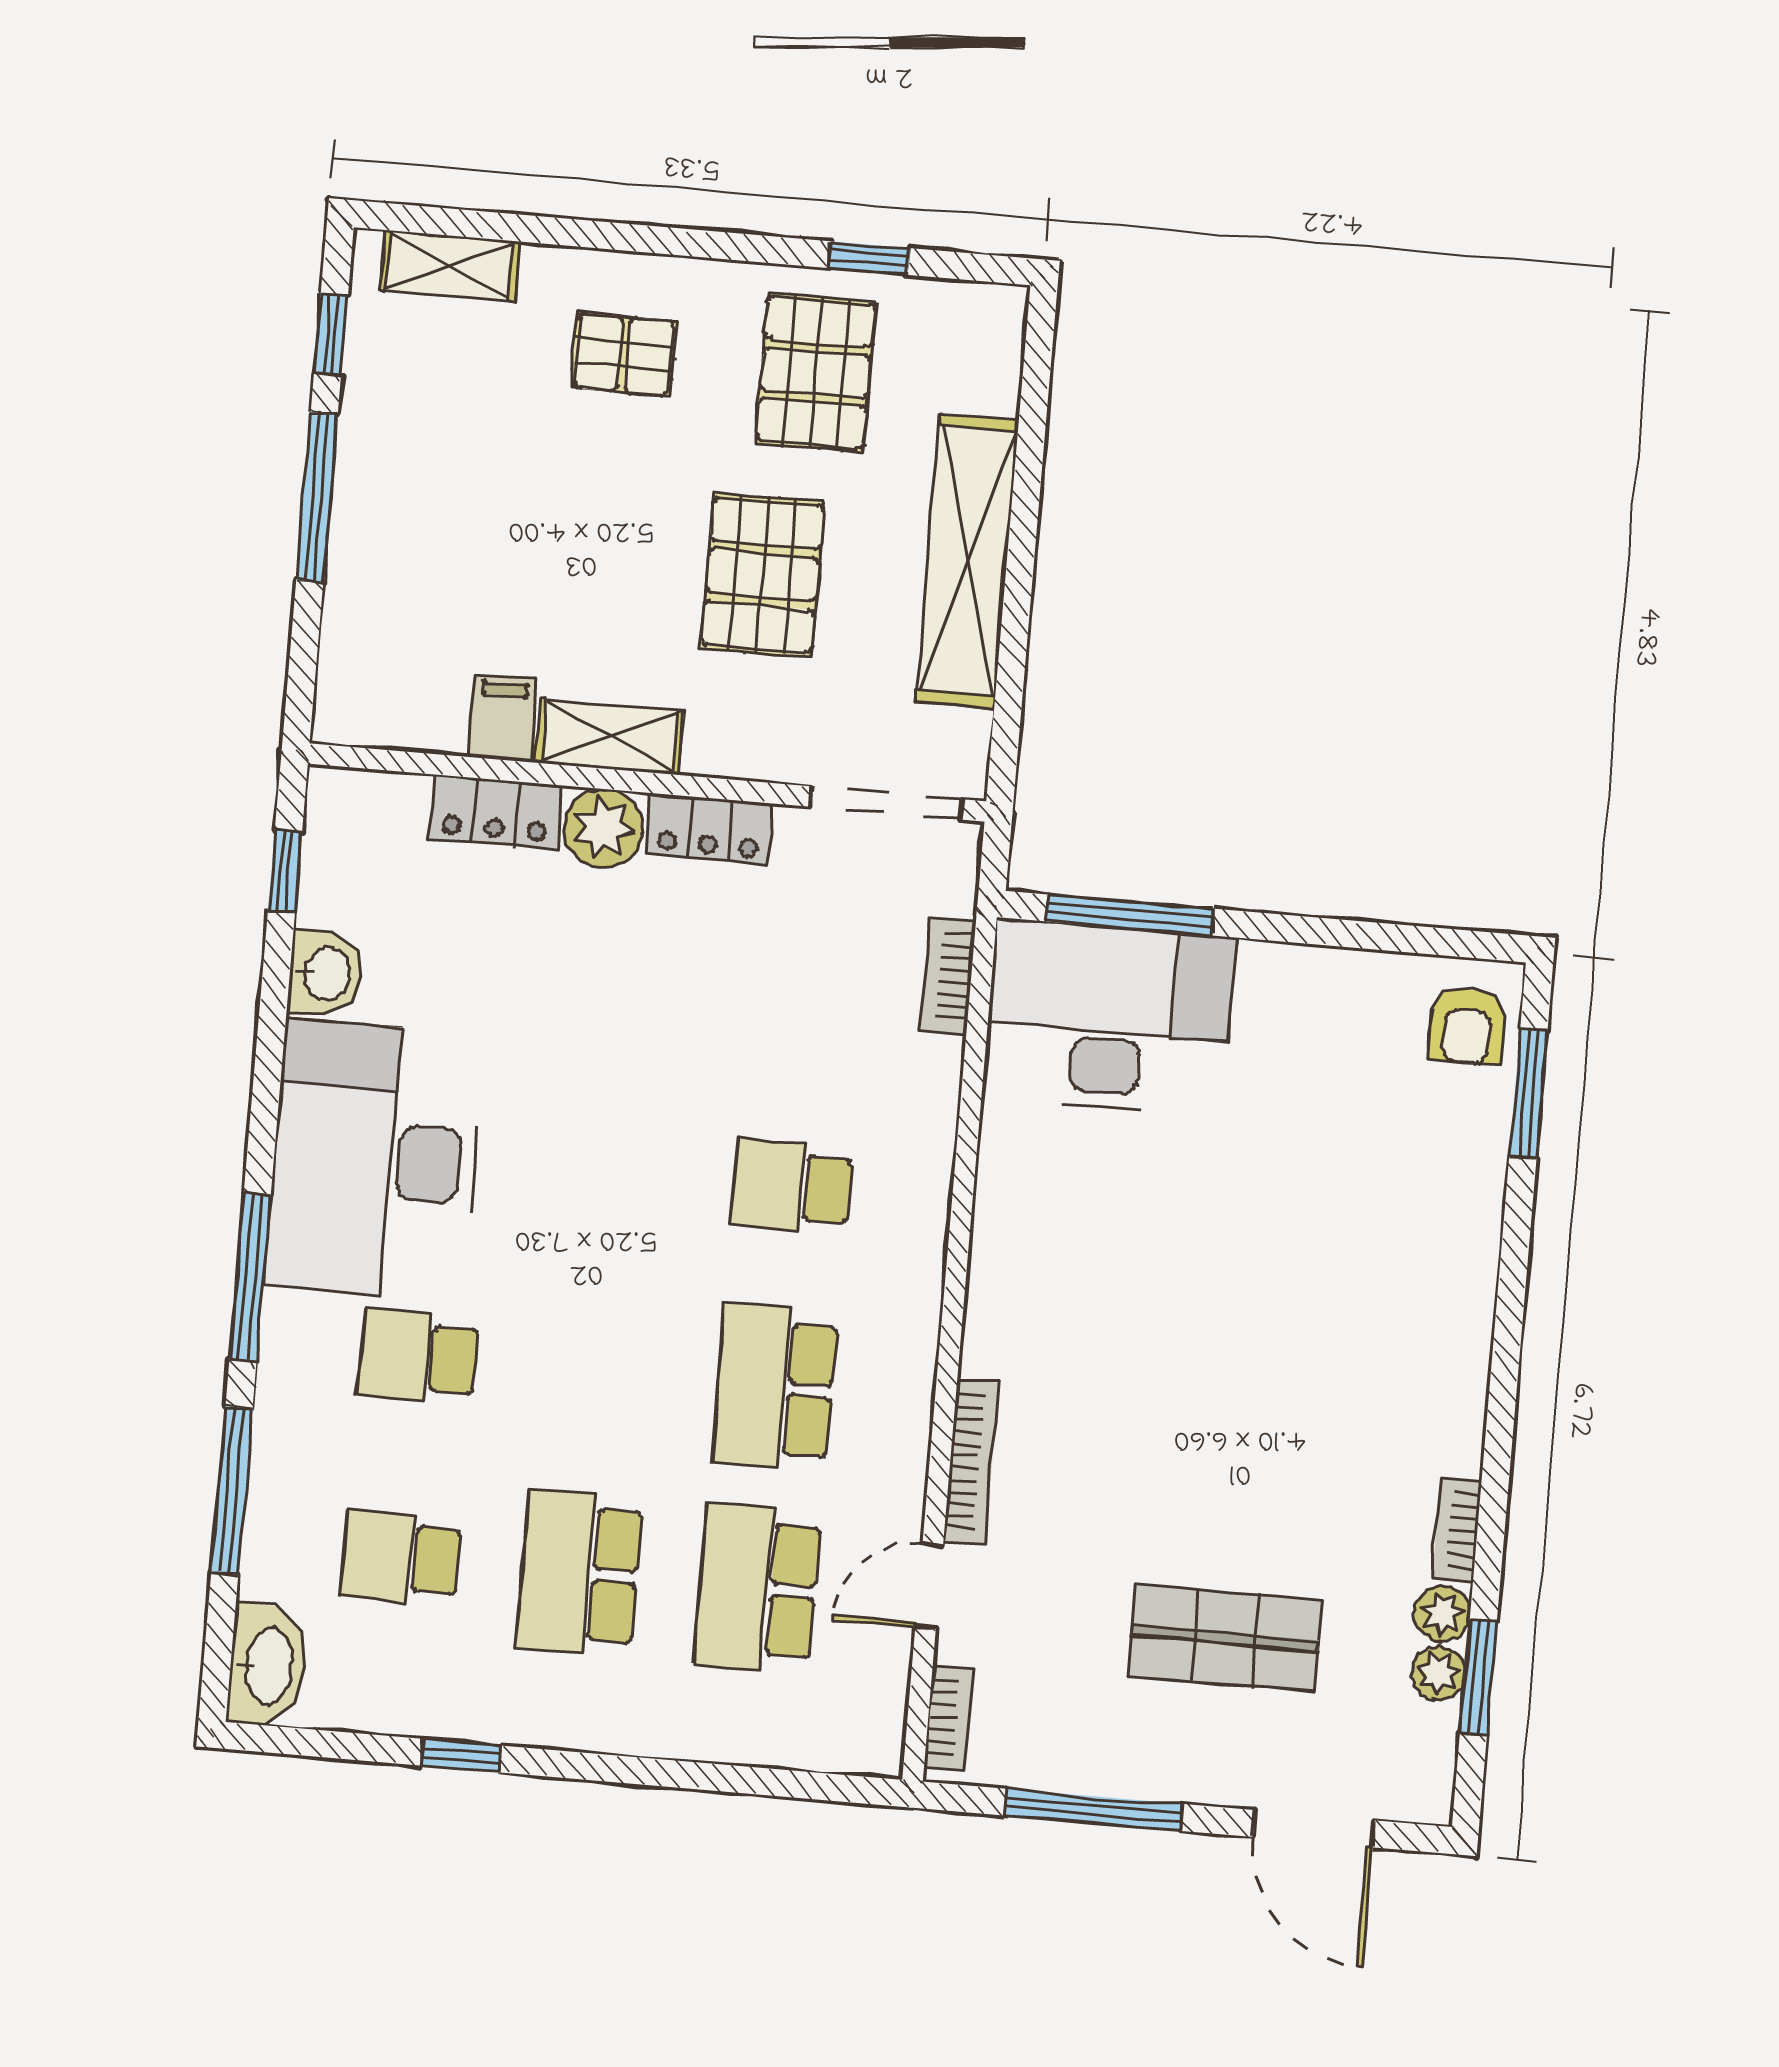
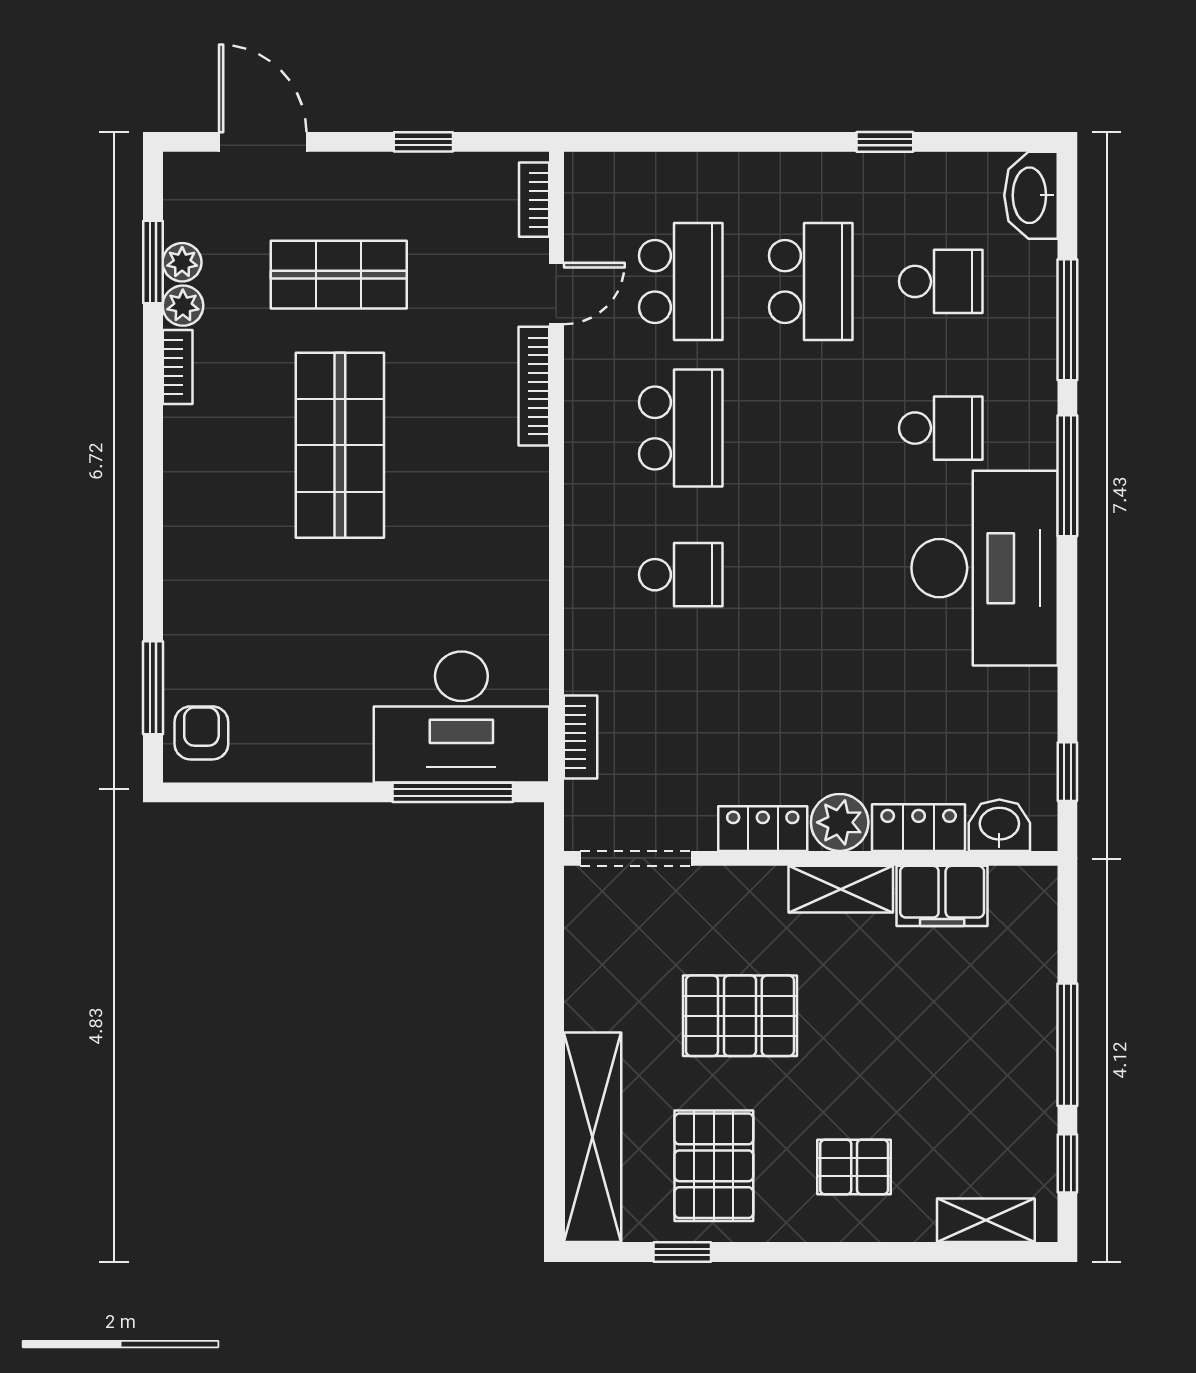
shelving: (967, 561) -> (592, 1137), moved
pallet: (762, 575) -> (740, 1016), turned 90
filing cabinet: (502, 718) -> (942, 896), width x2.00
washbasin: (325, 973) -> (999, 825), moved, turned 90
shop shelf: (1244, 1404) -> (340, 445), added
window: (1094, 1810) -> (423, 142), width x0.46

